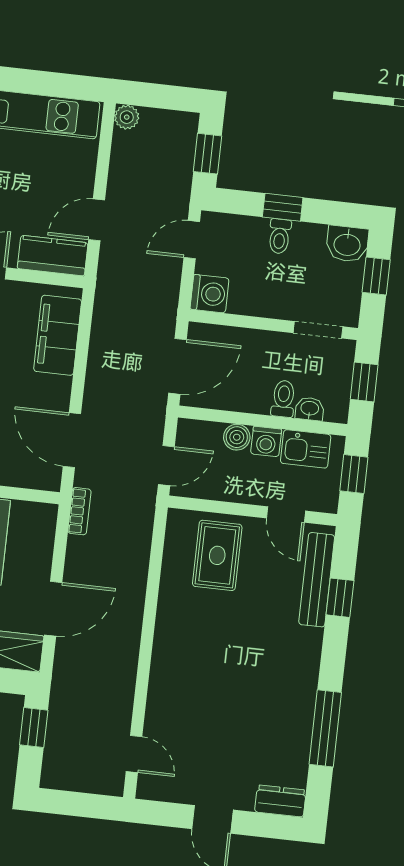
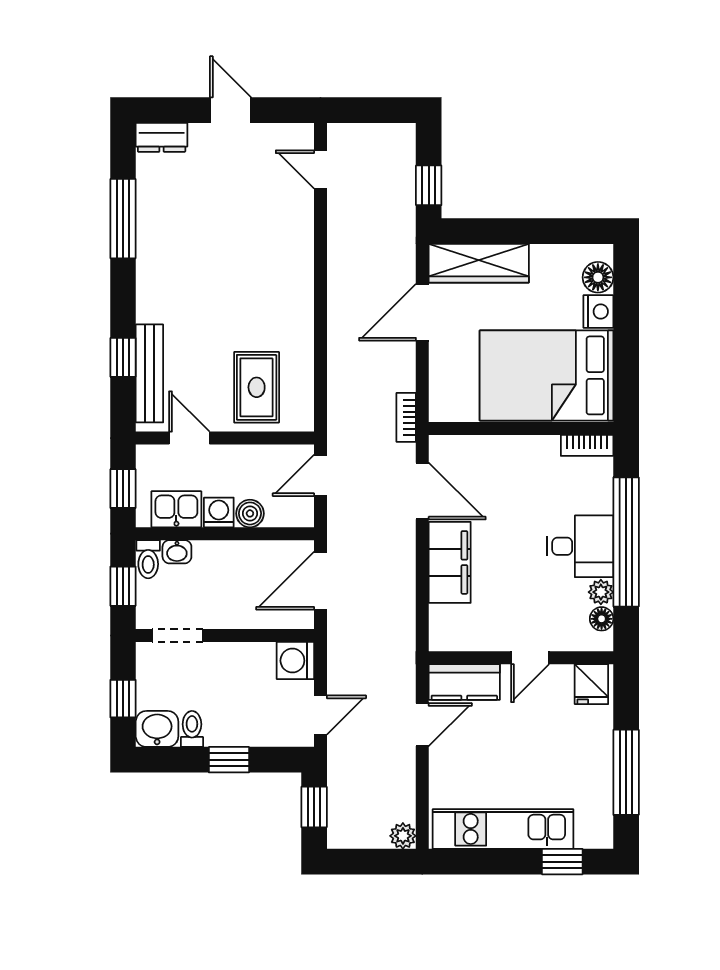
toilet: (280, 236) -> (192, 729), moved
filing cabinet: (58, 335) -> (450, 562), moved
toilet: (283, 399) -> (148, 559), moved

